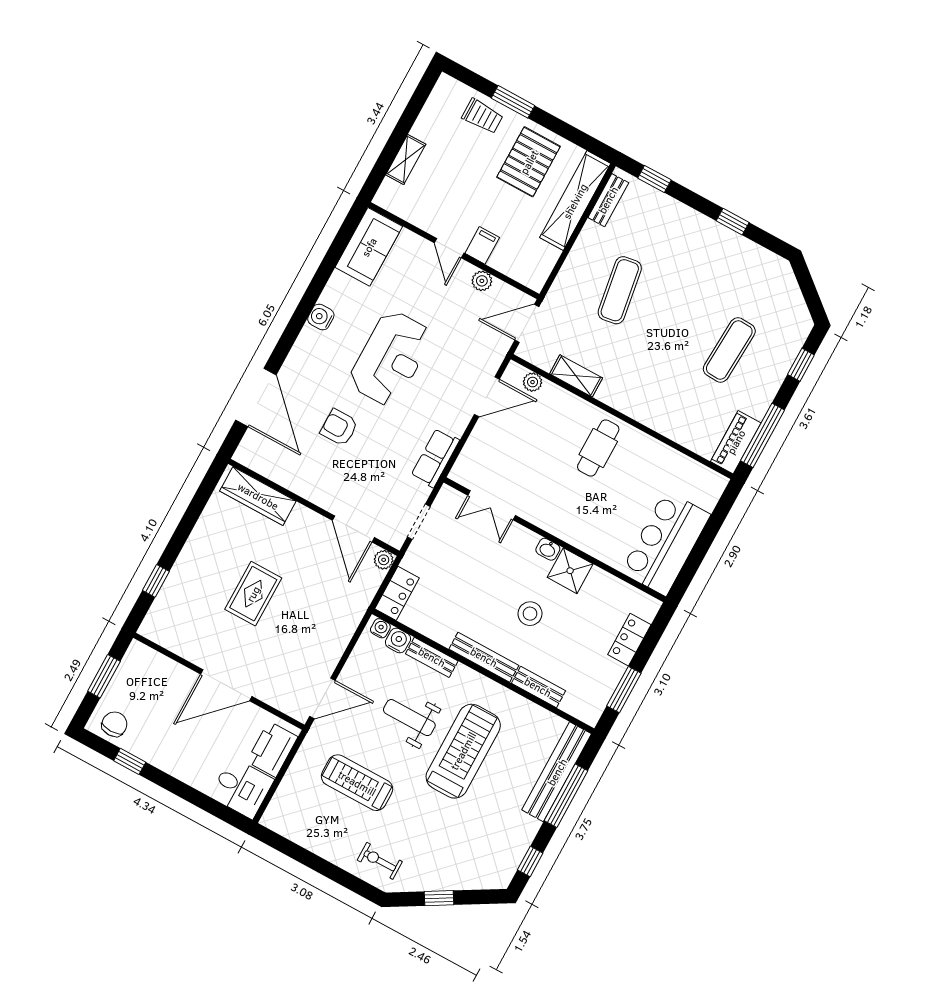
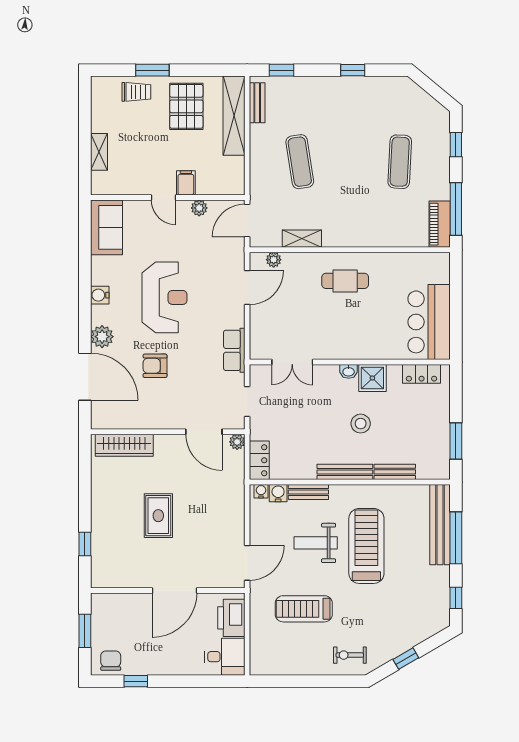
plant: (299, 364) -> (102, 337), added
cafe table: (598, 448) -> (345, 281), turned 90
locker: (629, 640) -> (422, 374), moved, turned -90

